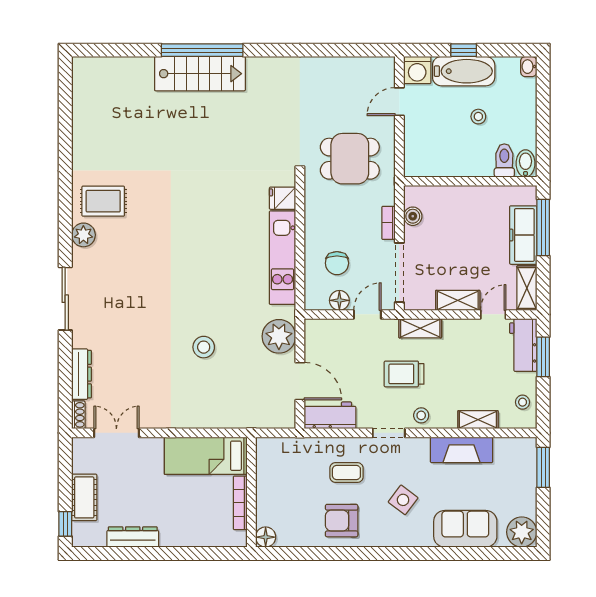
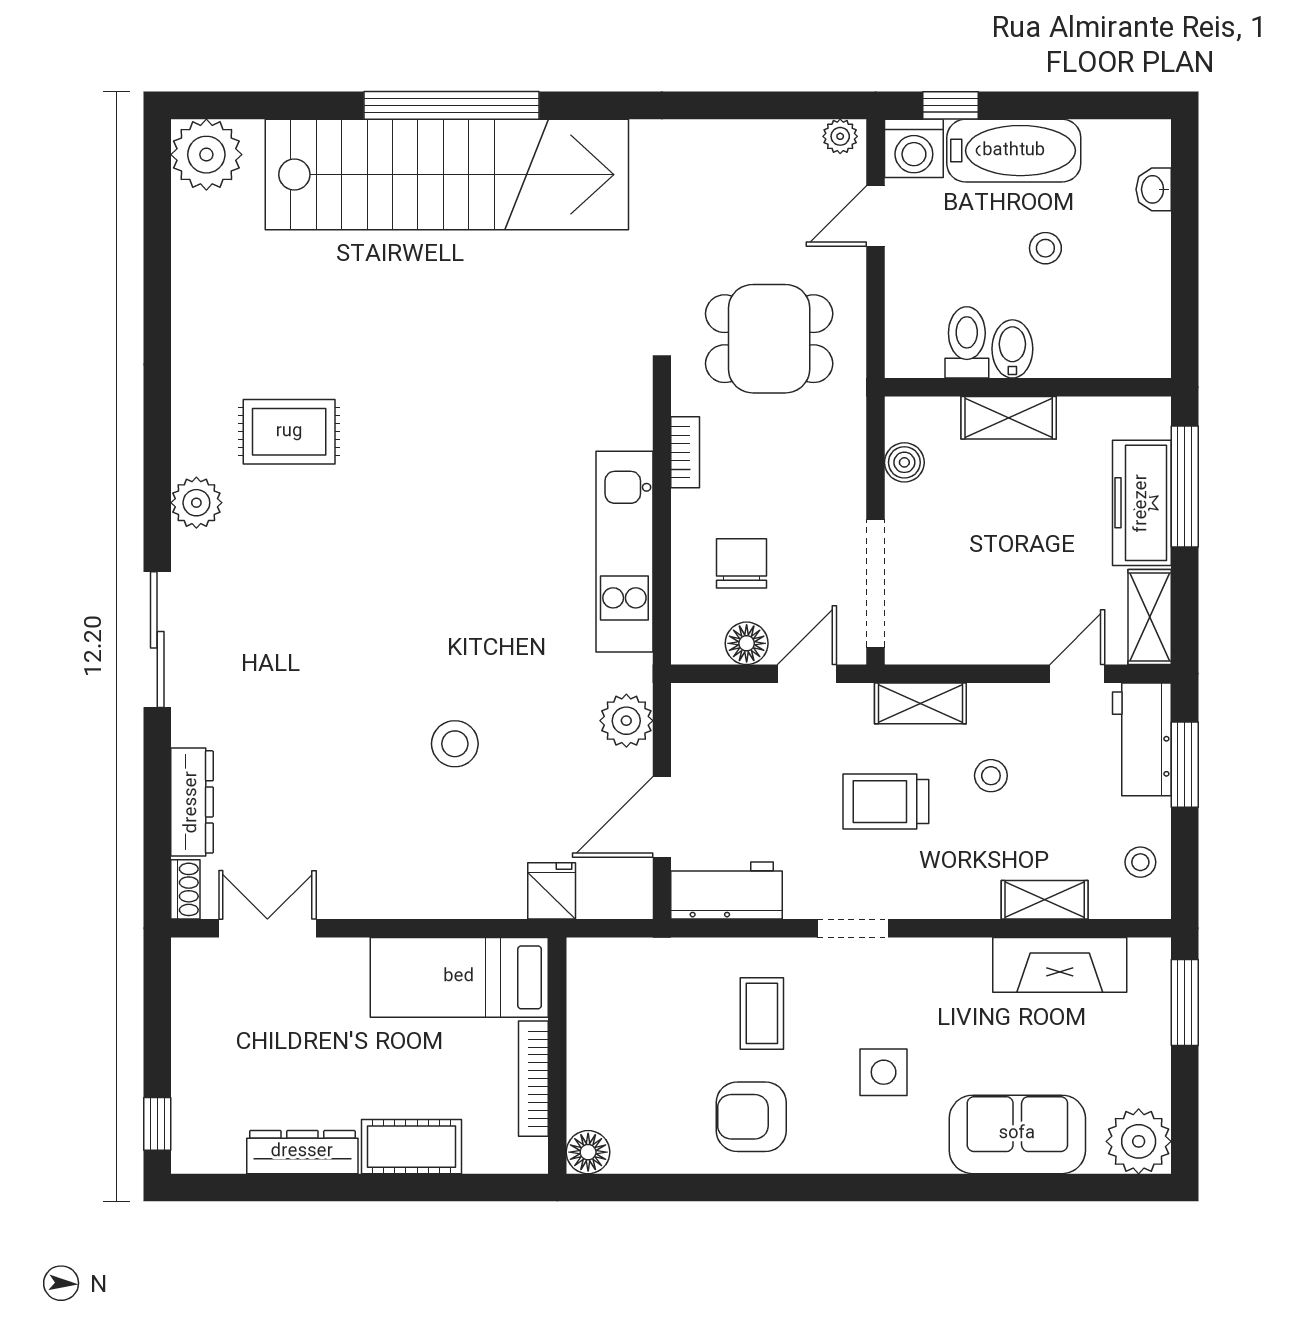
window: (464, 50) -> (951, 105), moved
plant: (383, 65) -> (840, 136), added
washbasin: (529, 67) -> (1154, 189), moved
plant: (88, 73) -> (206, 155), added
stairs: (200, 74) -> (447, 175), width x1.86, depth x1.51
toilet: (504, 160) -> (967, 342), moved
bidet: (526, 163) -> (1012, 349), moved
fridge: (283, 198) -> (552, 891), moved, turned 90
rug: (103, 201) -> (289, 432), moved
bookcase: (388, 223) -> (685, 452), moved, turned 180
chair: (337, 263) -> (741, 563), turned 180
shelving: (458, 300) -> (1009, 418), moved
plant: (279, 336) -> (626, 721), width x0.73, depth x0.73
door: (300, 381) -> (662, 817), swing flipped
stool: (421, 415) -> (991, 776), moved
fireplace: (462, 450) -> (1060, 965), moved
coffee table: (346, 472) -> (762, 1013), turned 90
cot: (84, 497) -> (412, 1147), moved, turned 90
side table: (403, 500) -> (884, 1072), turned -37

